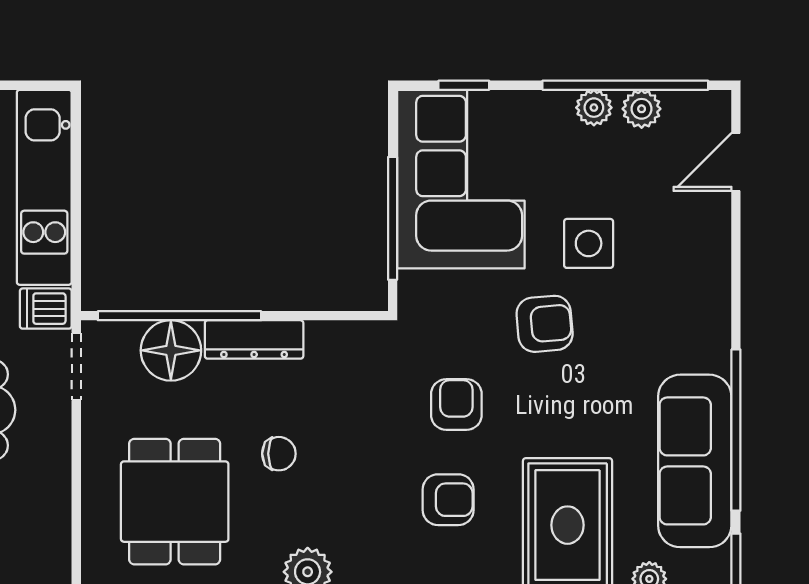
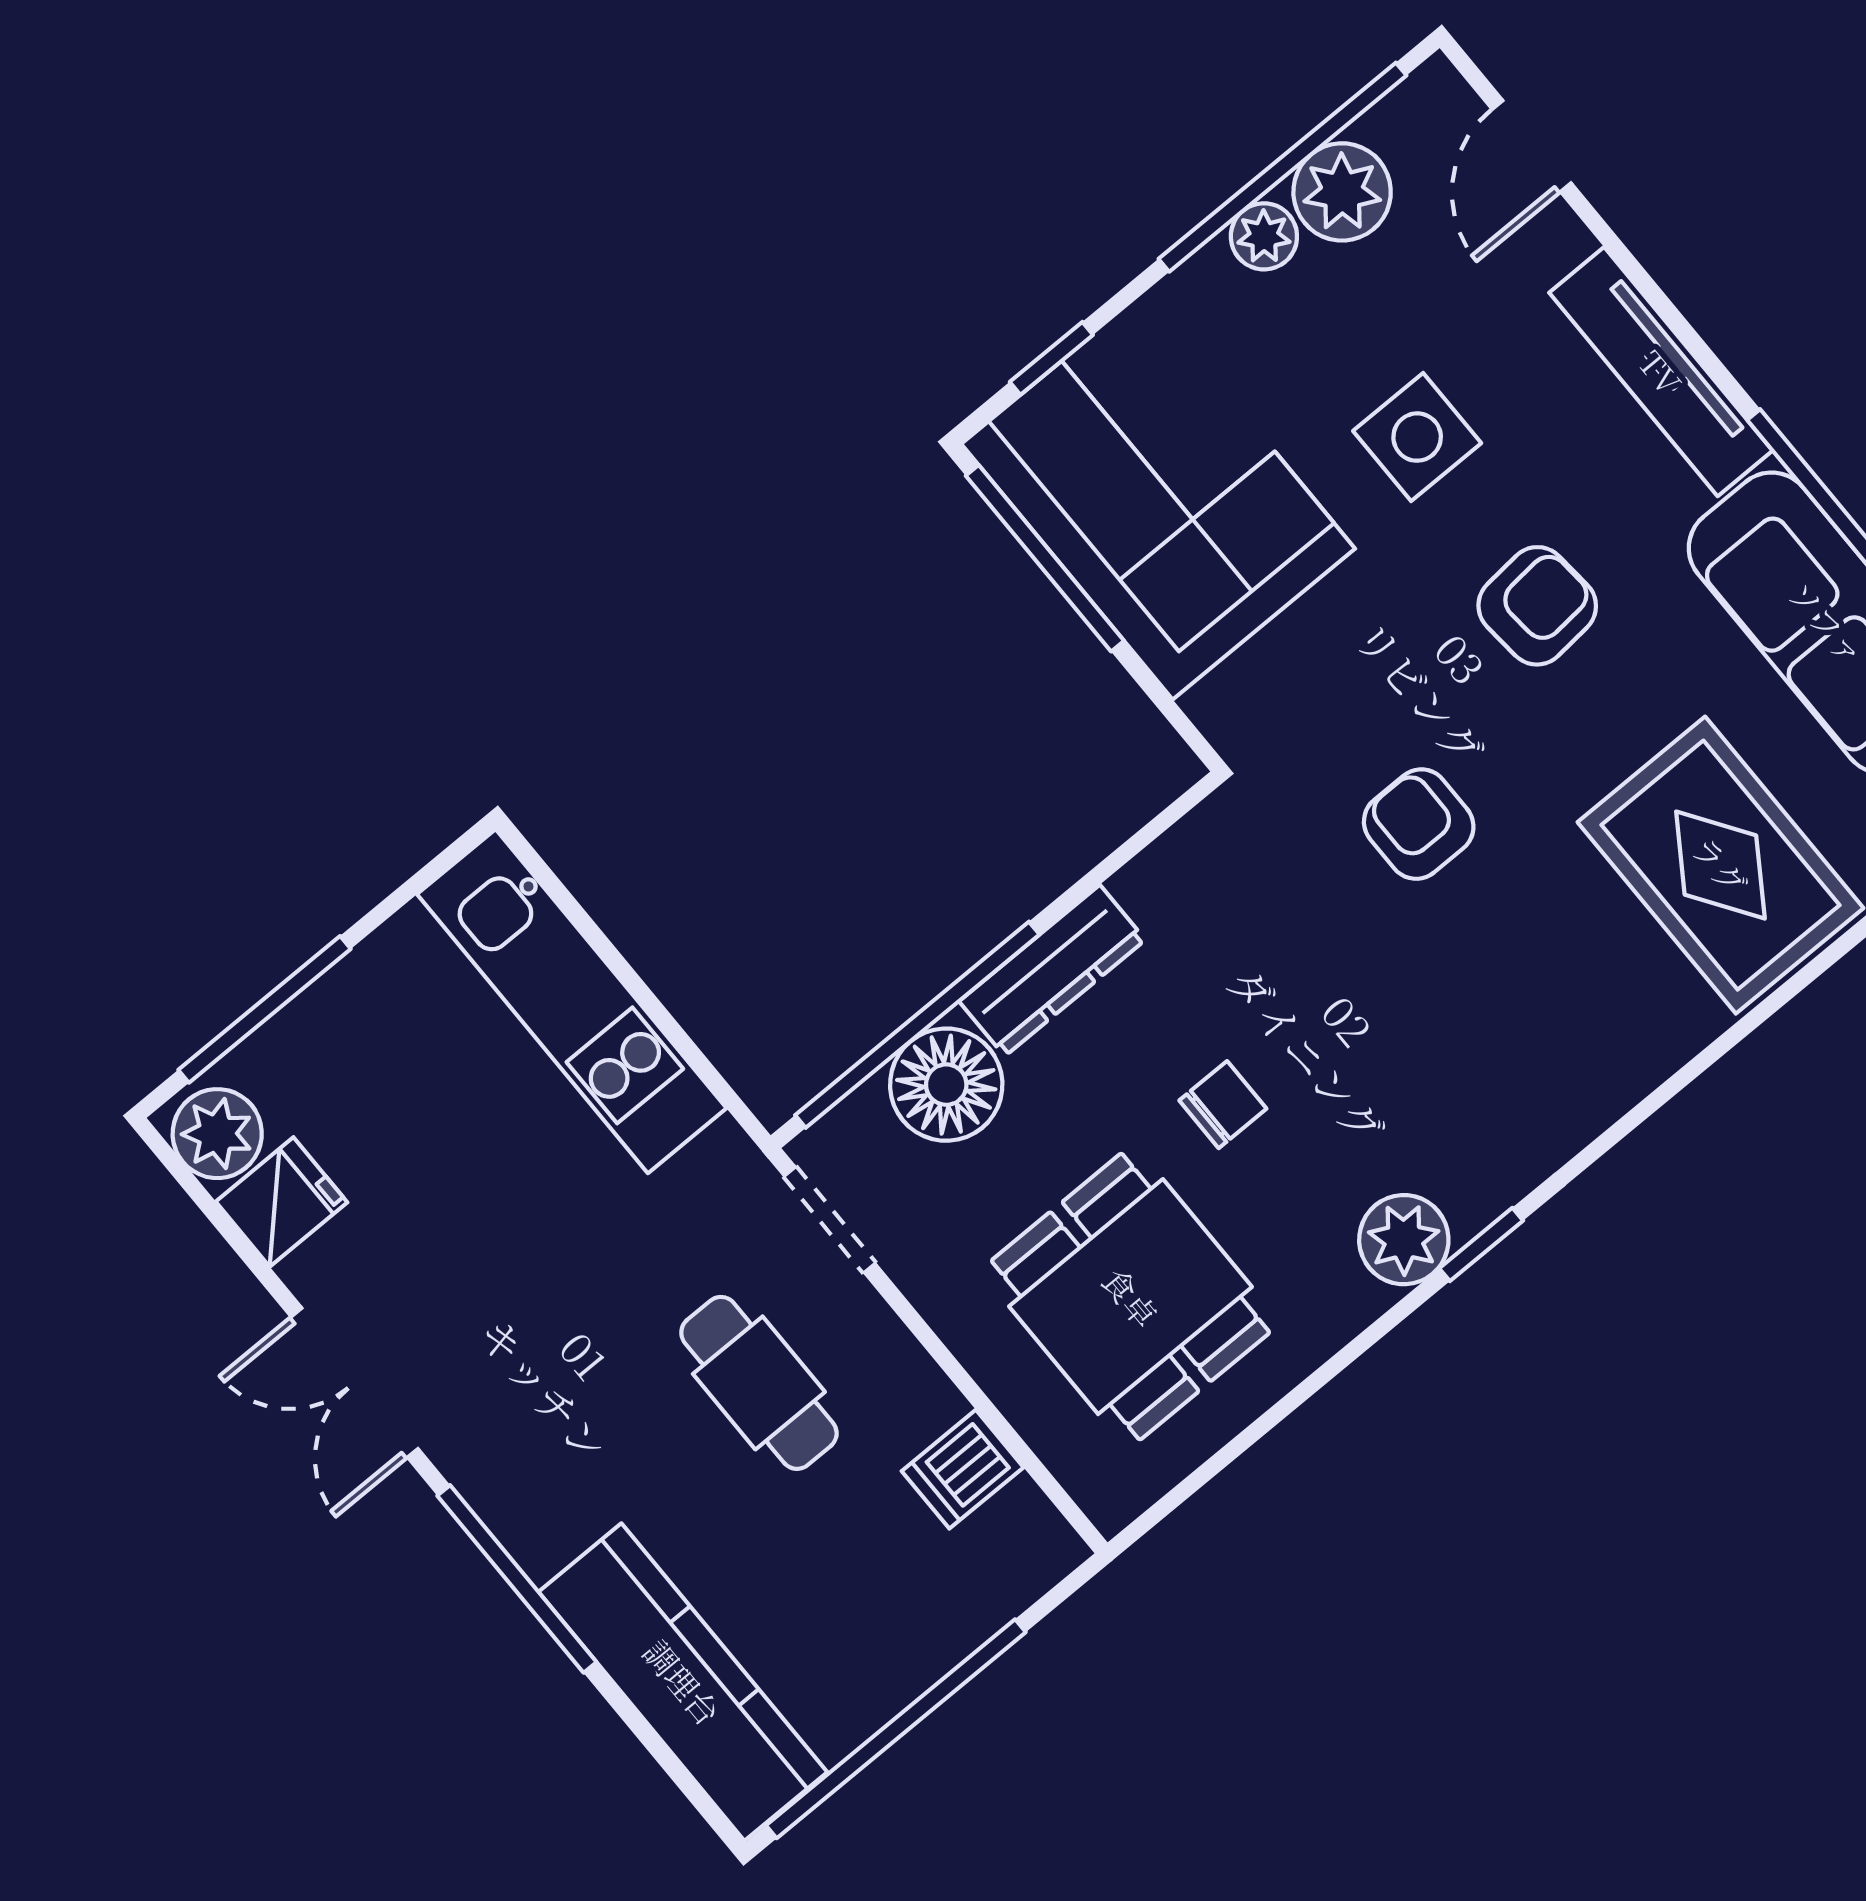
plant: (642, 109) -> (1342, 192), width x1.38, depth x1.38
window: (393, 218) -> (1045, 558), moved
tv unit: (712, 300) -> (1661, 372), added
dishwasher: (46, 309) -> (963, 1469), moved
armchair: (545, 324) -> (1537, 606), moved
armchair: (448, 500) -> (1520, 970), removed

